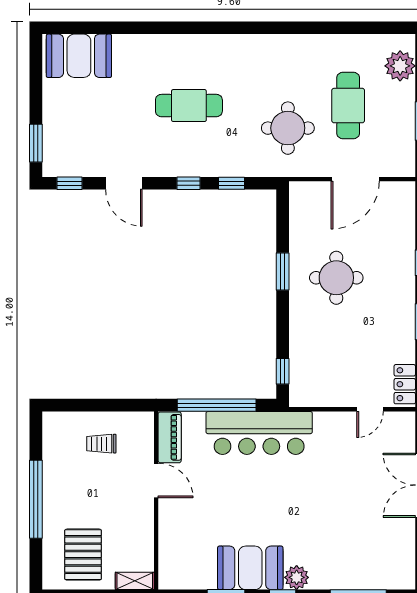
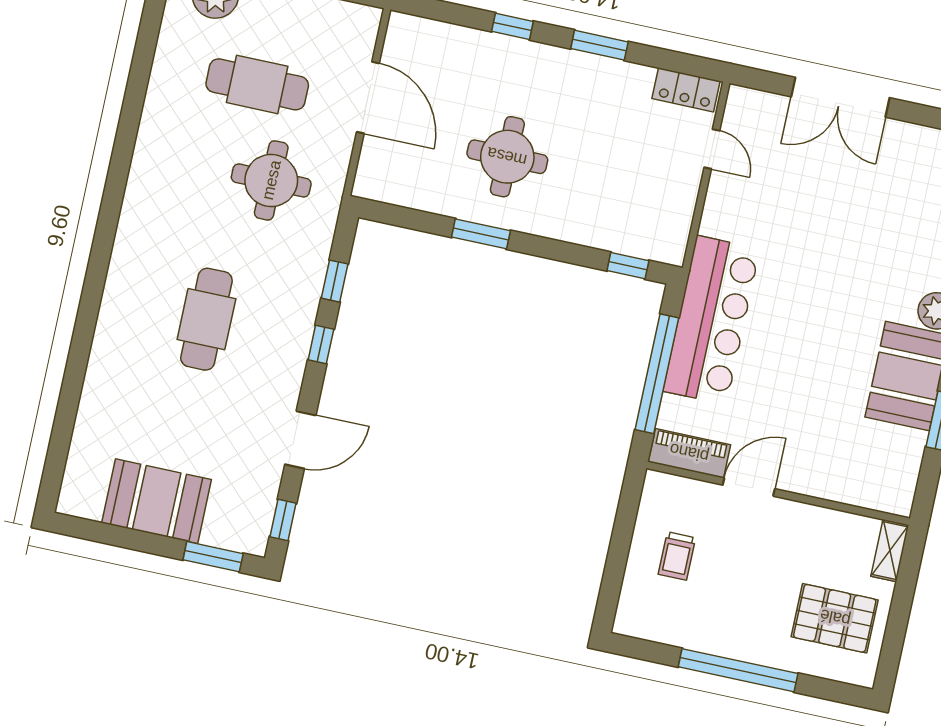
booth: (79, 56) -> (157, 501), moved, turned 90

